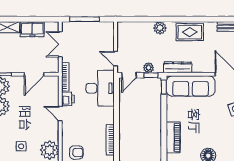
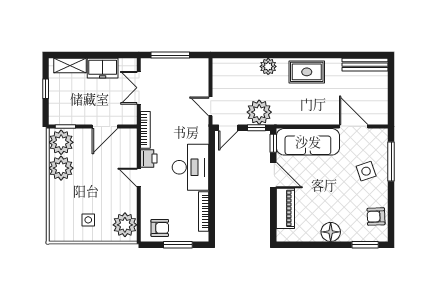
dresser: (178, 67) -> (291, 118), removed
plant: (149, 68) -> (259, 112), width x1.88, depth x1.88
desk: (100, 88) -> (191, 167), moved
door: (164, 112) -> (273, 175), added

